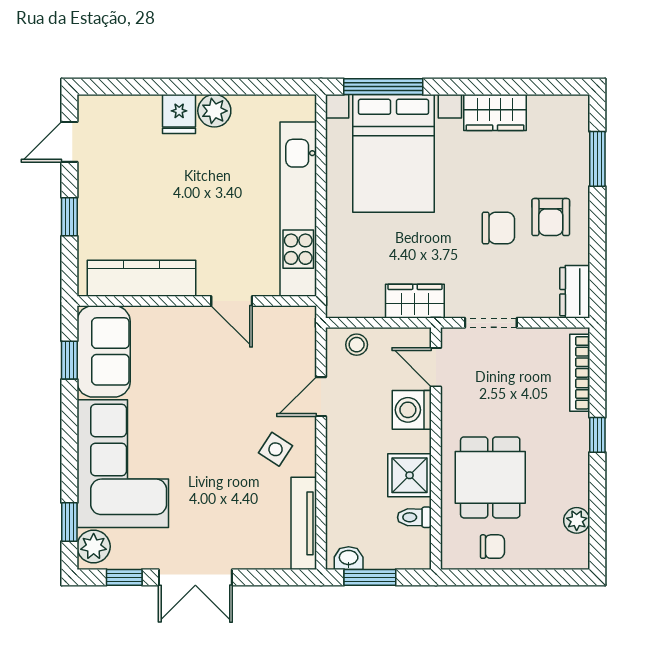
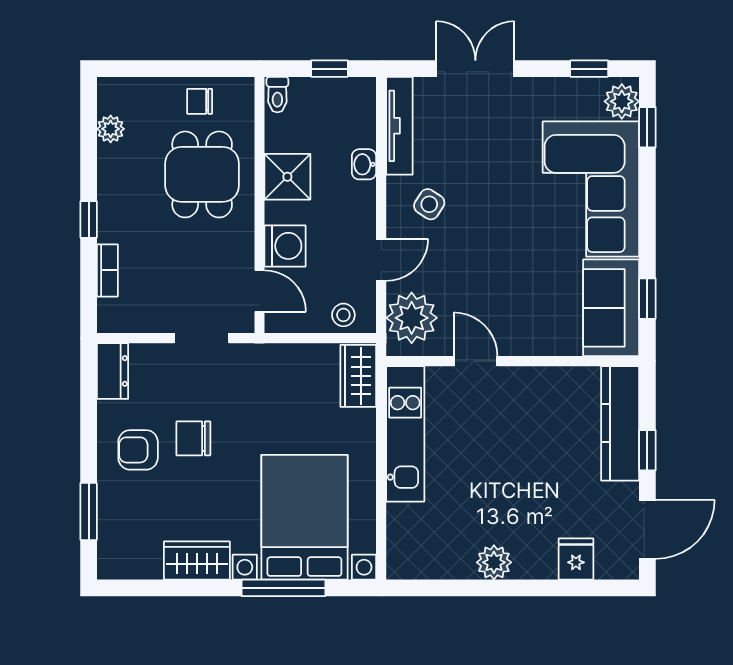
window: (383, 87) -> (283, 588), moved
fridge: (179, 114) -> (576, 559), moved
door: (69, 142) -> (647, 529), width x1.38
kitchen unit: (298, 209) -> (405, 434), width x0.73
armchair: (551, 217) -> (138, 450), turned -90
kitchen counter: (142, 278) -> (620, 423), moved, turned 90
wardrobe: (415, 301) -> (358, 376), moved, turned 90
plant: (292, 342) -> (412, 318), added
bookcase: (580, 373) -> (107, 270), width x0.64
toilet: (414, 517) -> (277, 95), moved, turned 90
washbasin: (349, 558) -> (364, 164), moved, turned 90
double door: (195, 577) -> (475, 69), moved
window: (370, 577) -> (329, 69), width x0.67

